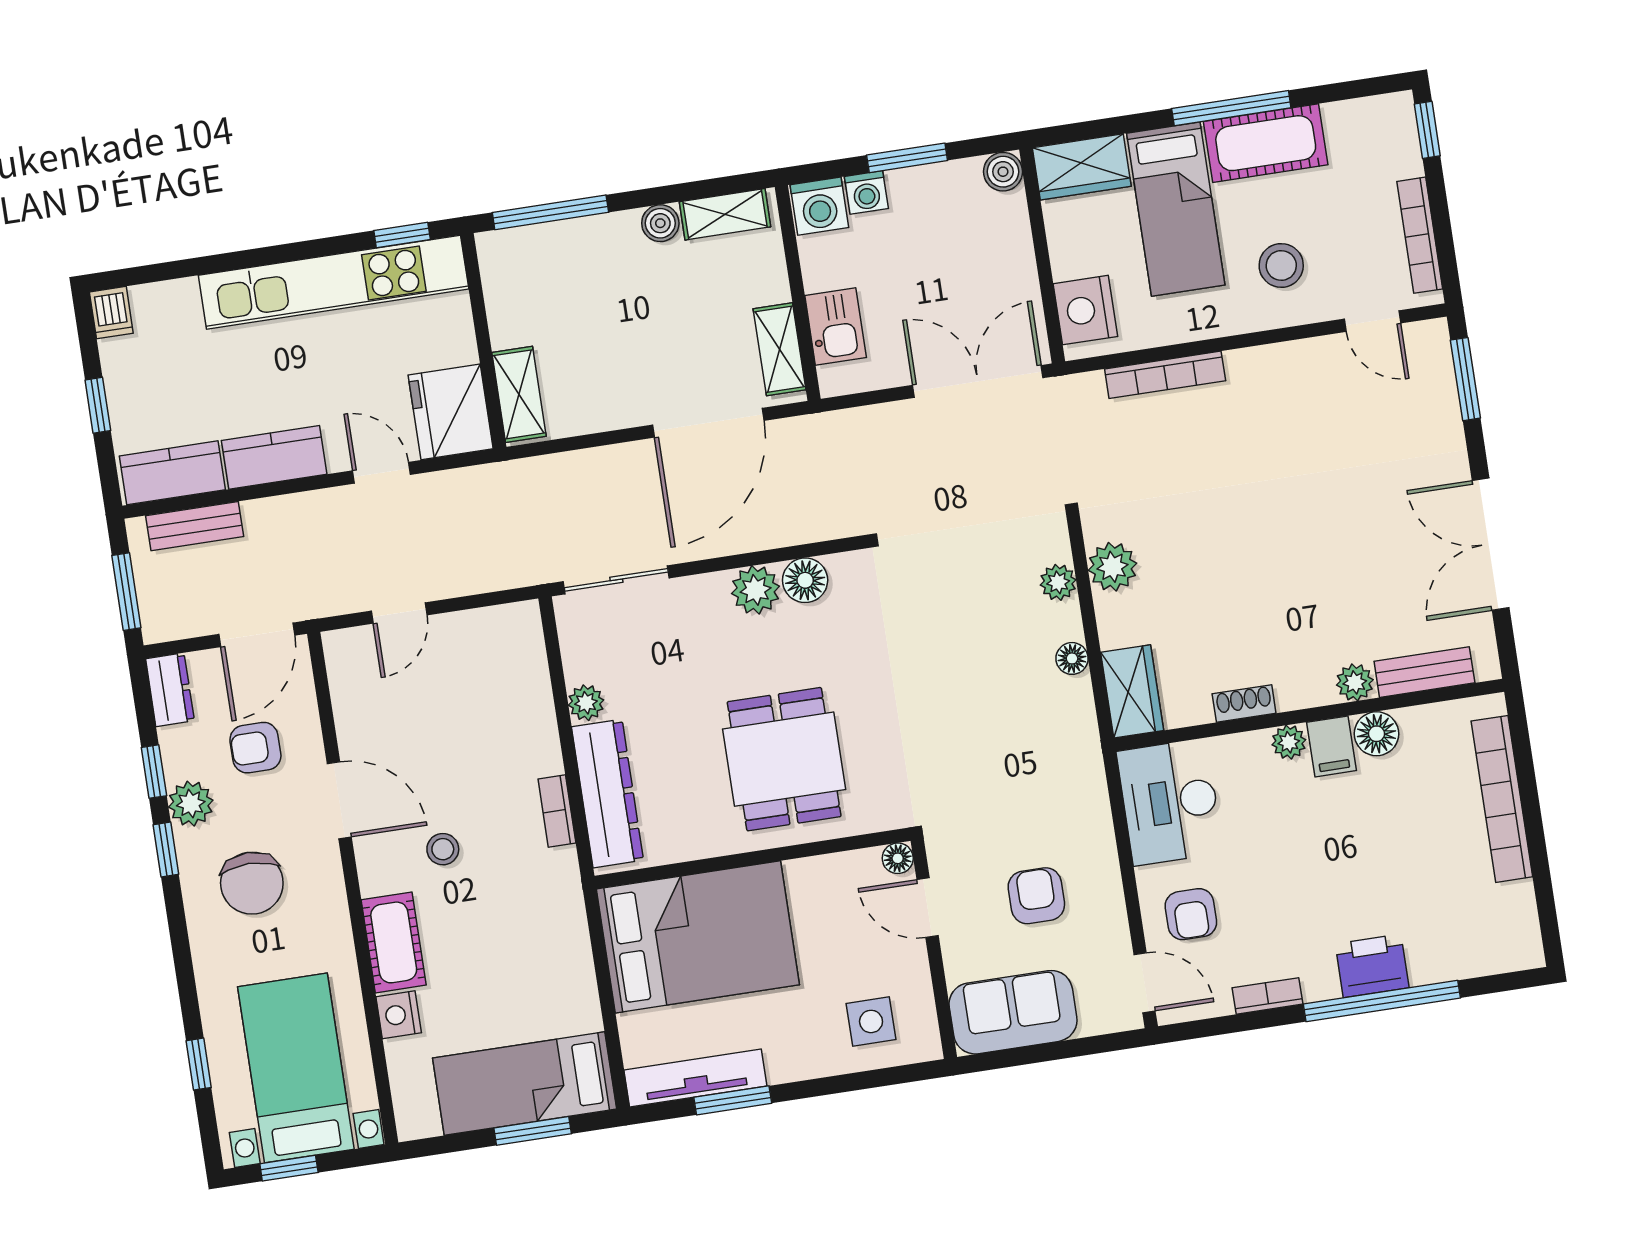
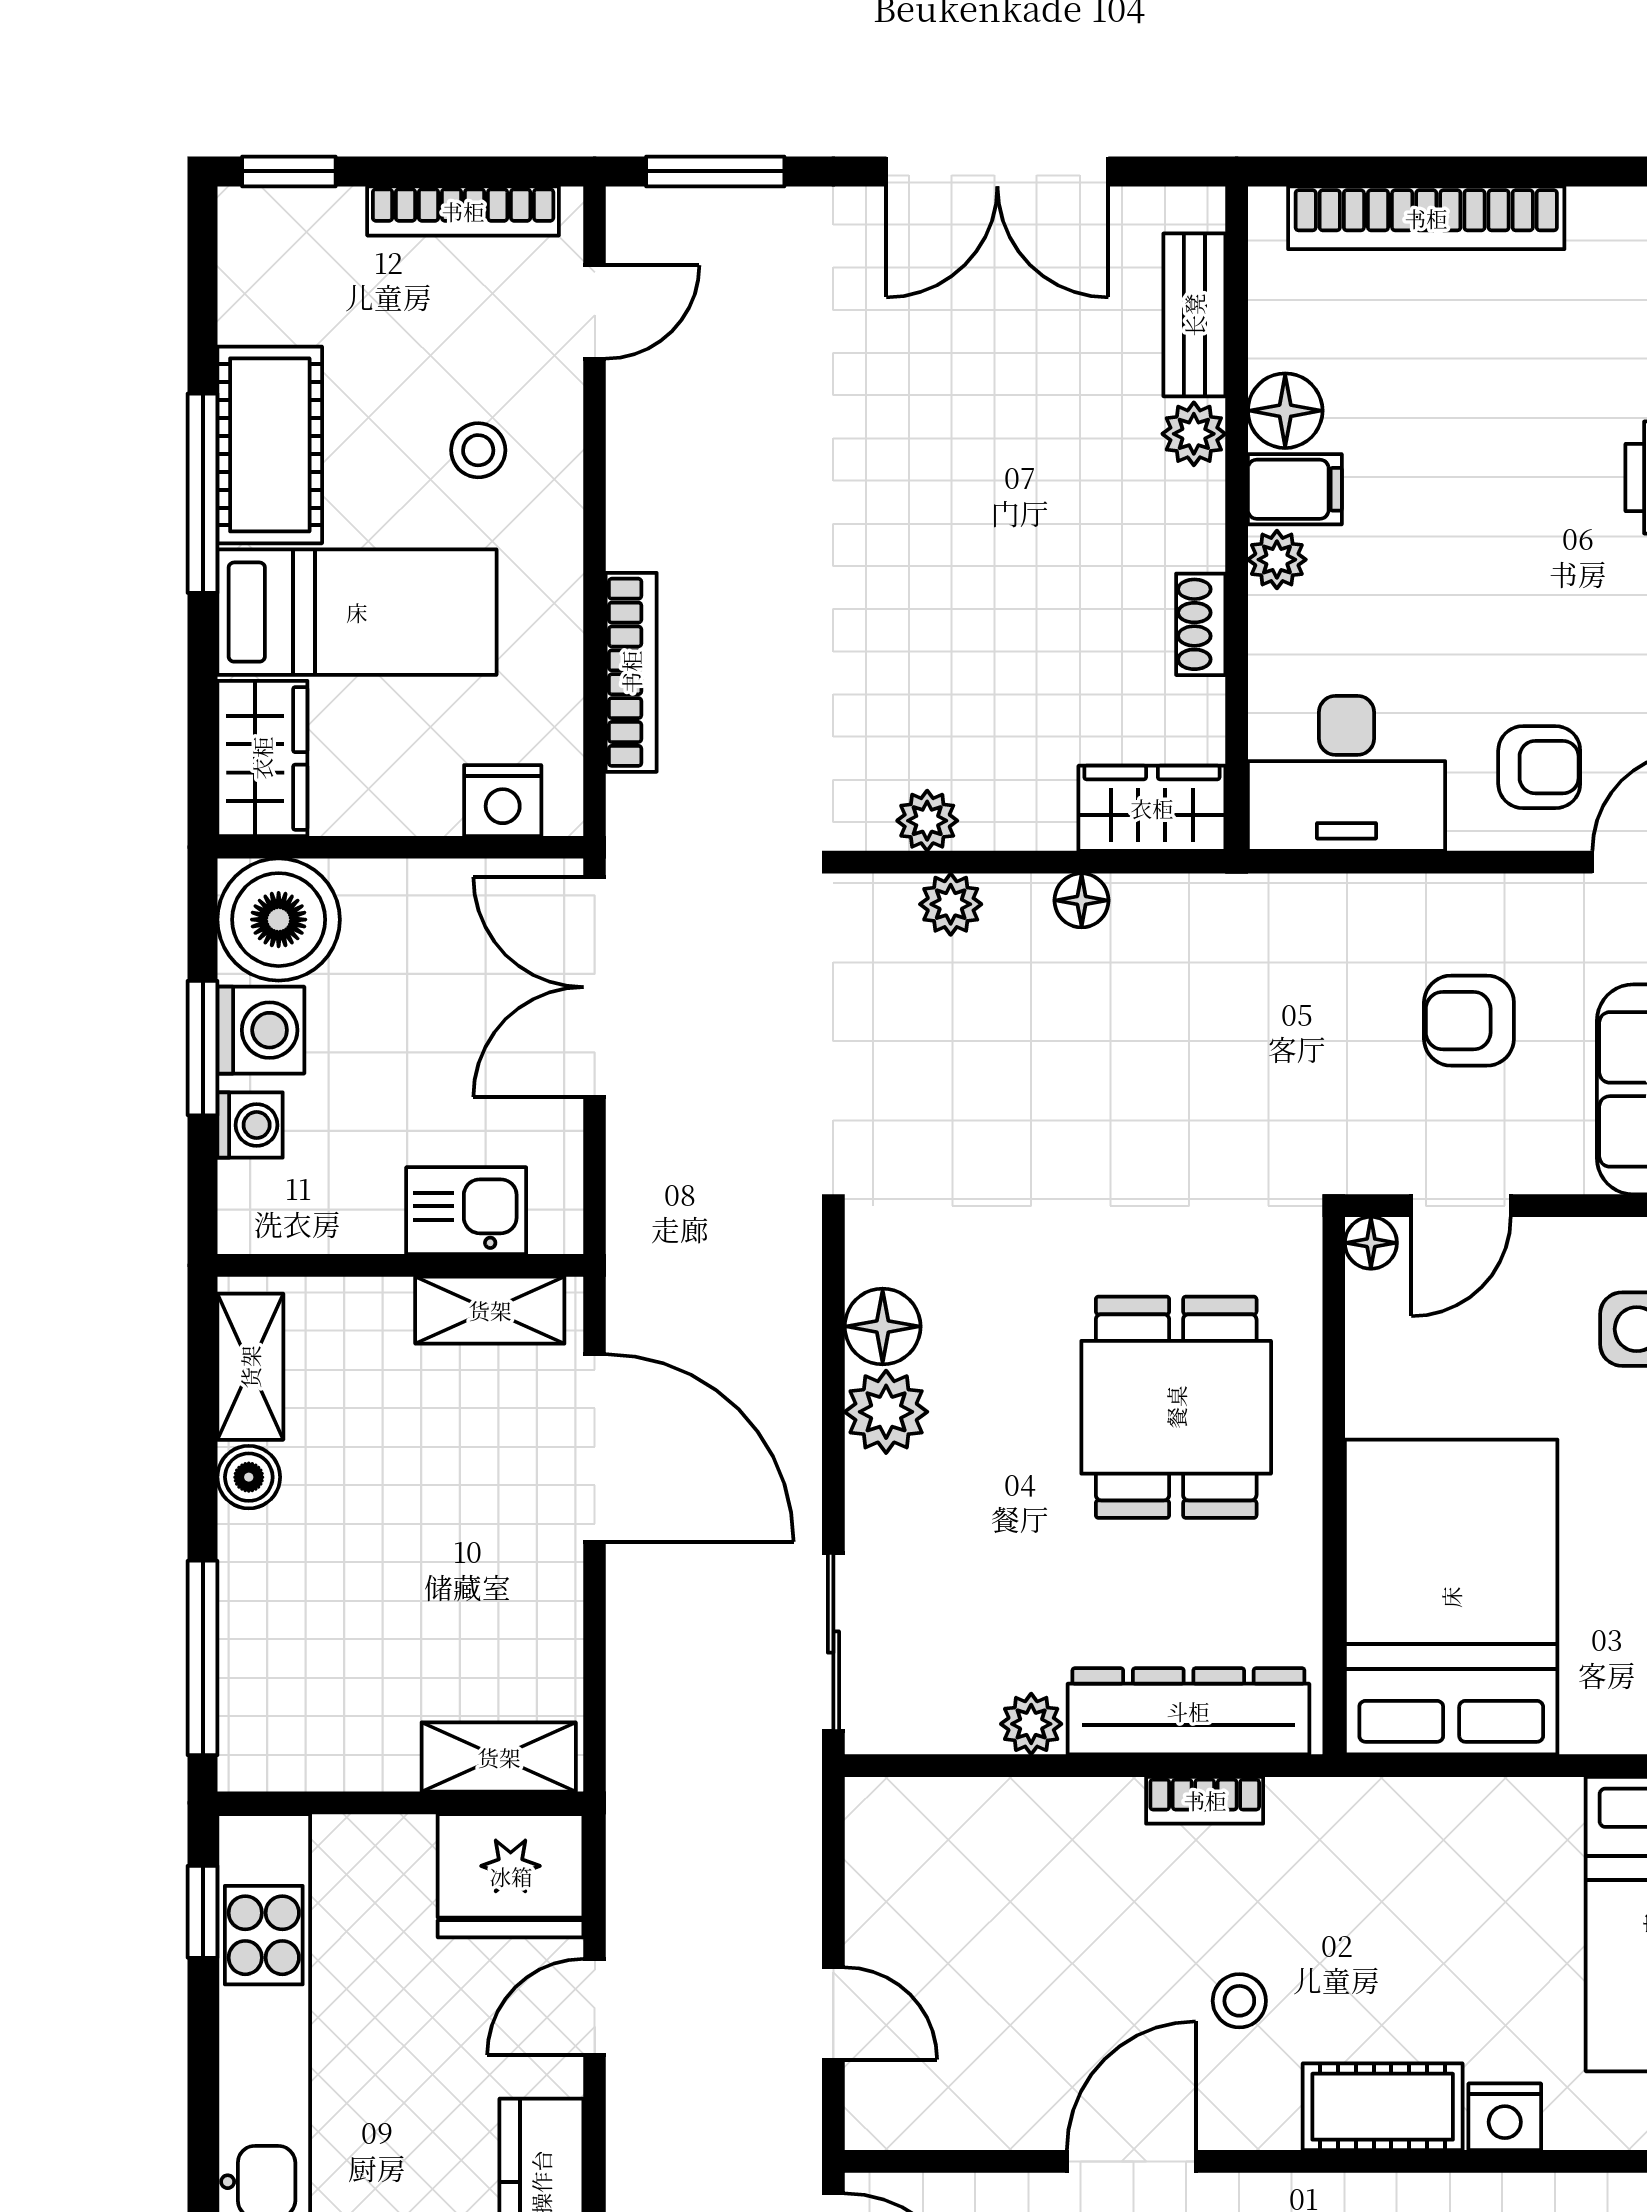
boiler: (1003, 172) -> (279, 920), width x1.86, depth x1.86
washing machine: (819, 206) -> (261, 1030), moved
stool: (1281, 265) -> (478, 450), width x0.73, depth x0.73
nightstand: (1085, 310) -> (503, 801), width x0.74, depth x0.75
plant: (1112, 567) -> (927, 821), width x0.73, depth x0.73
dining table: (784, 759) -> (1176, 1407), turned 90

